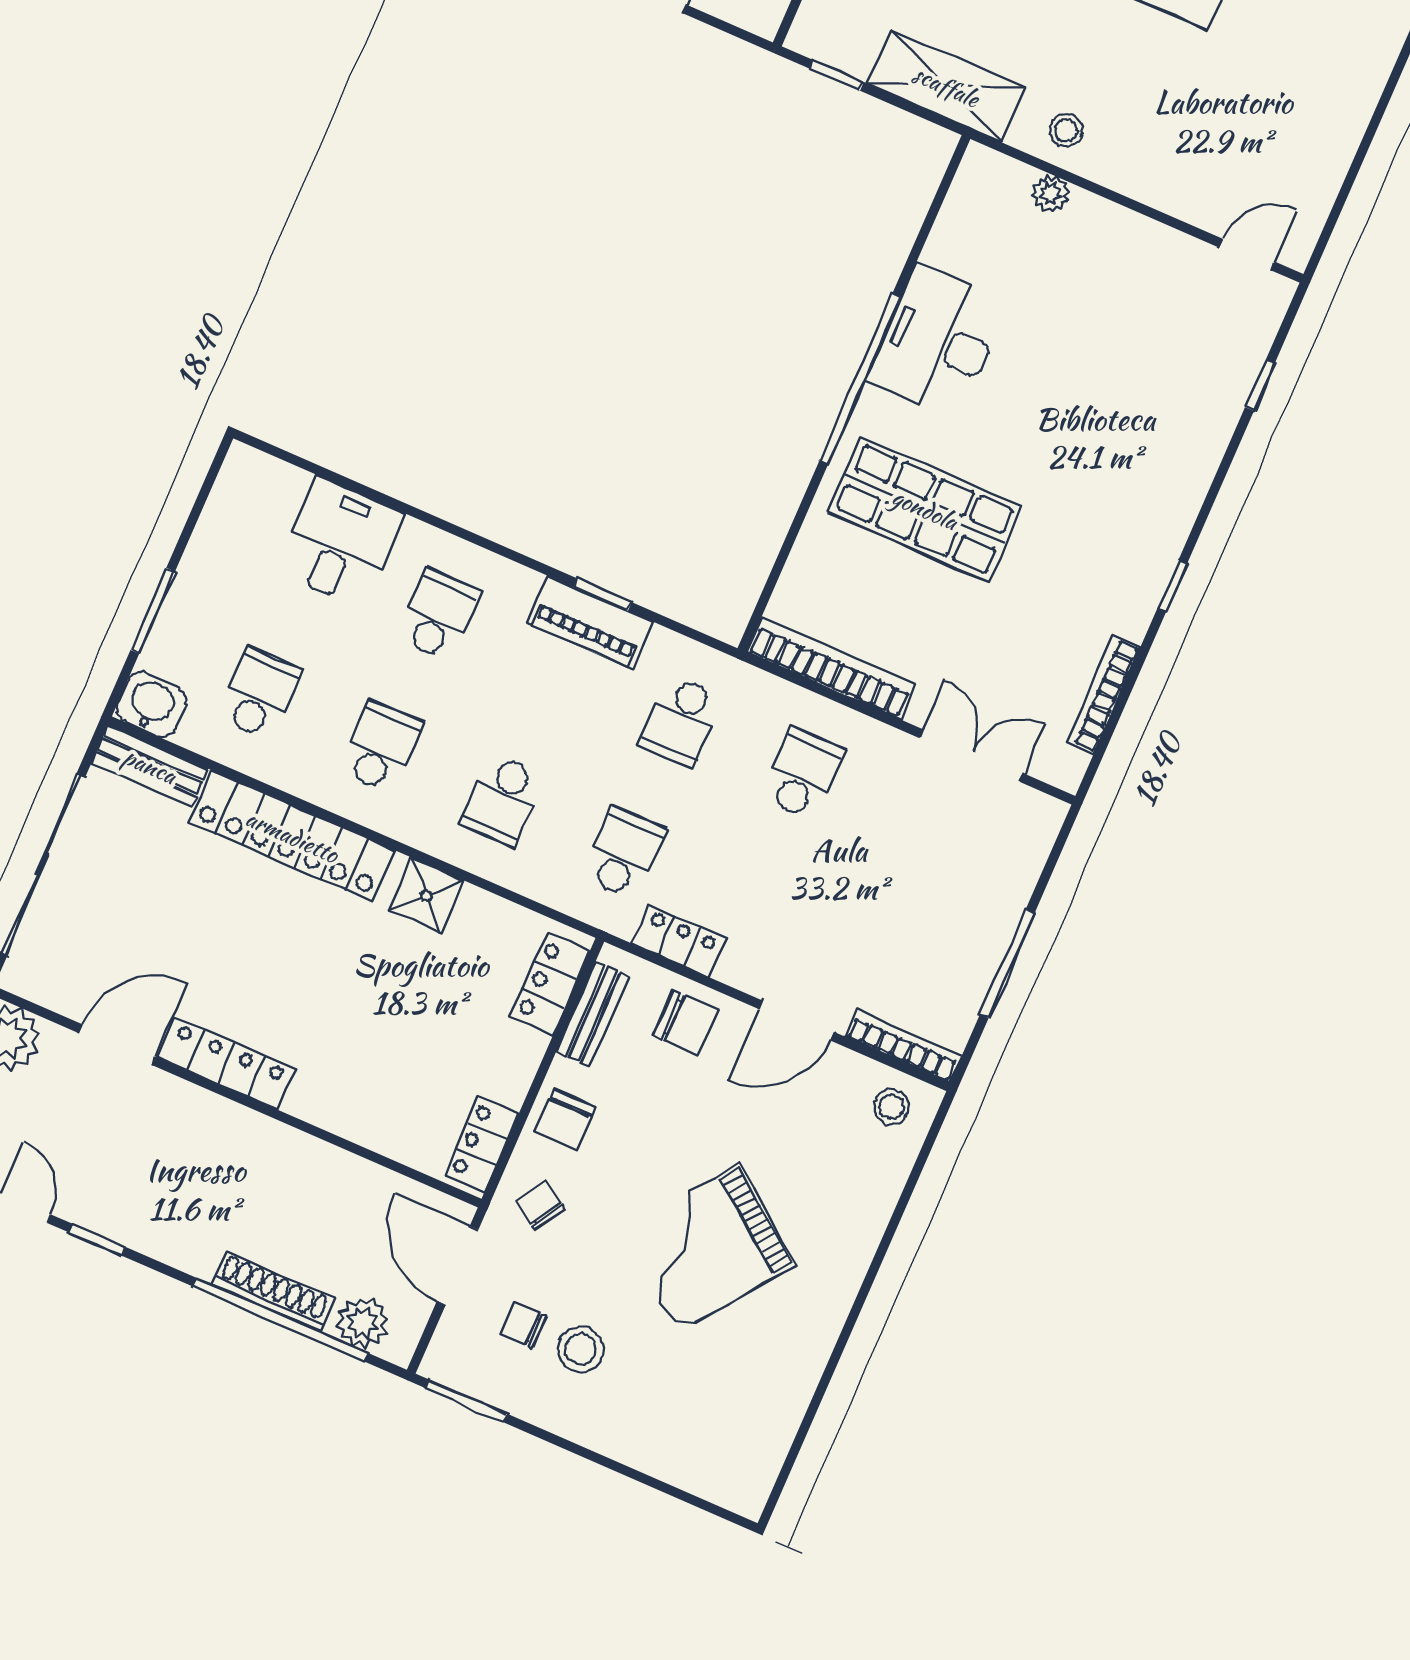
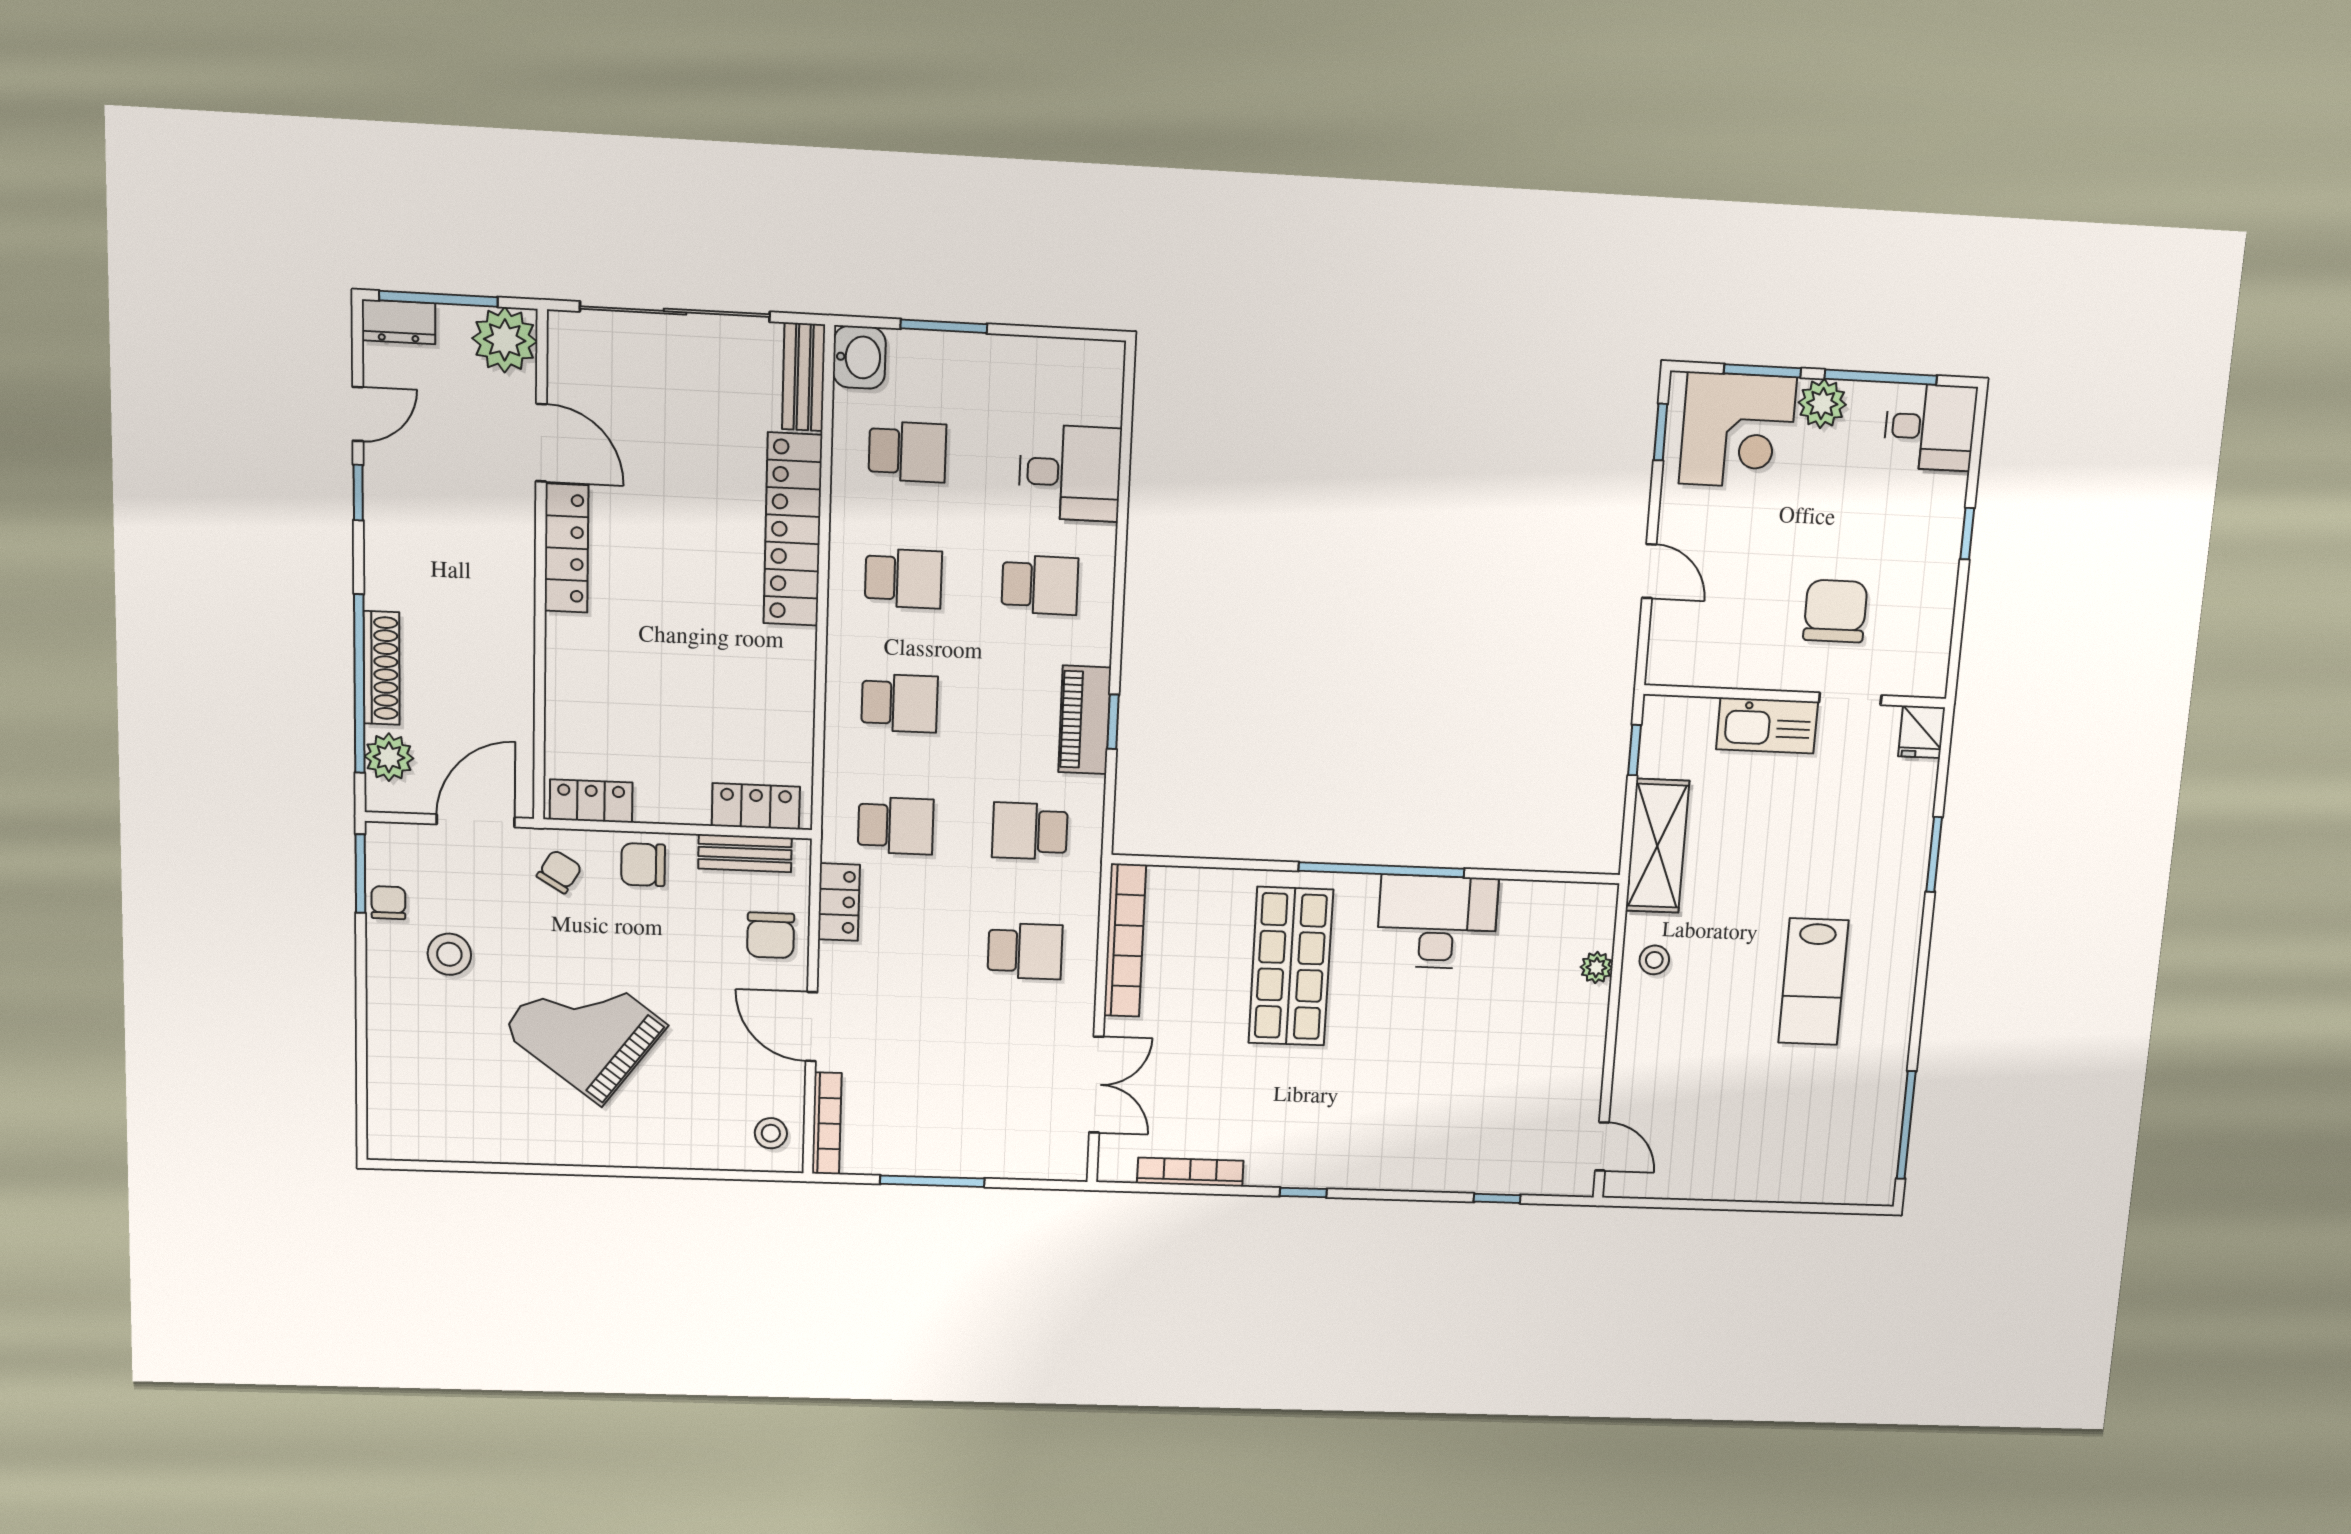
school desk: (502, 800) -> (900, 703), turned 180
shower: (426, 896) -> (789, 669), removed
chair: (523, 1325) -> (388, 903), moved

